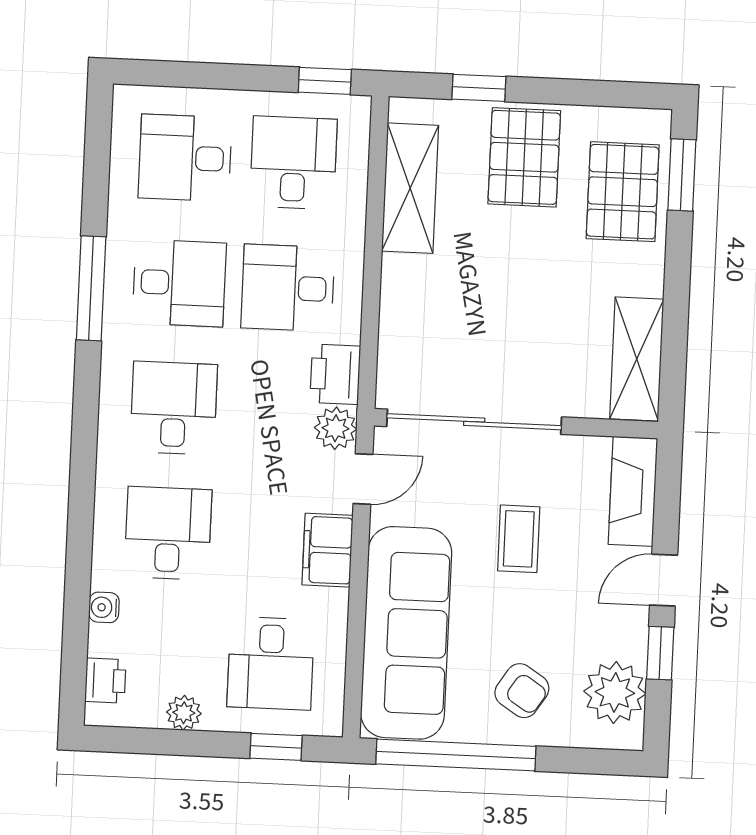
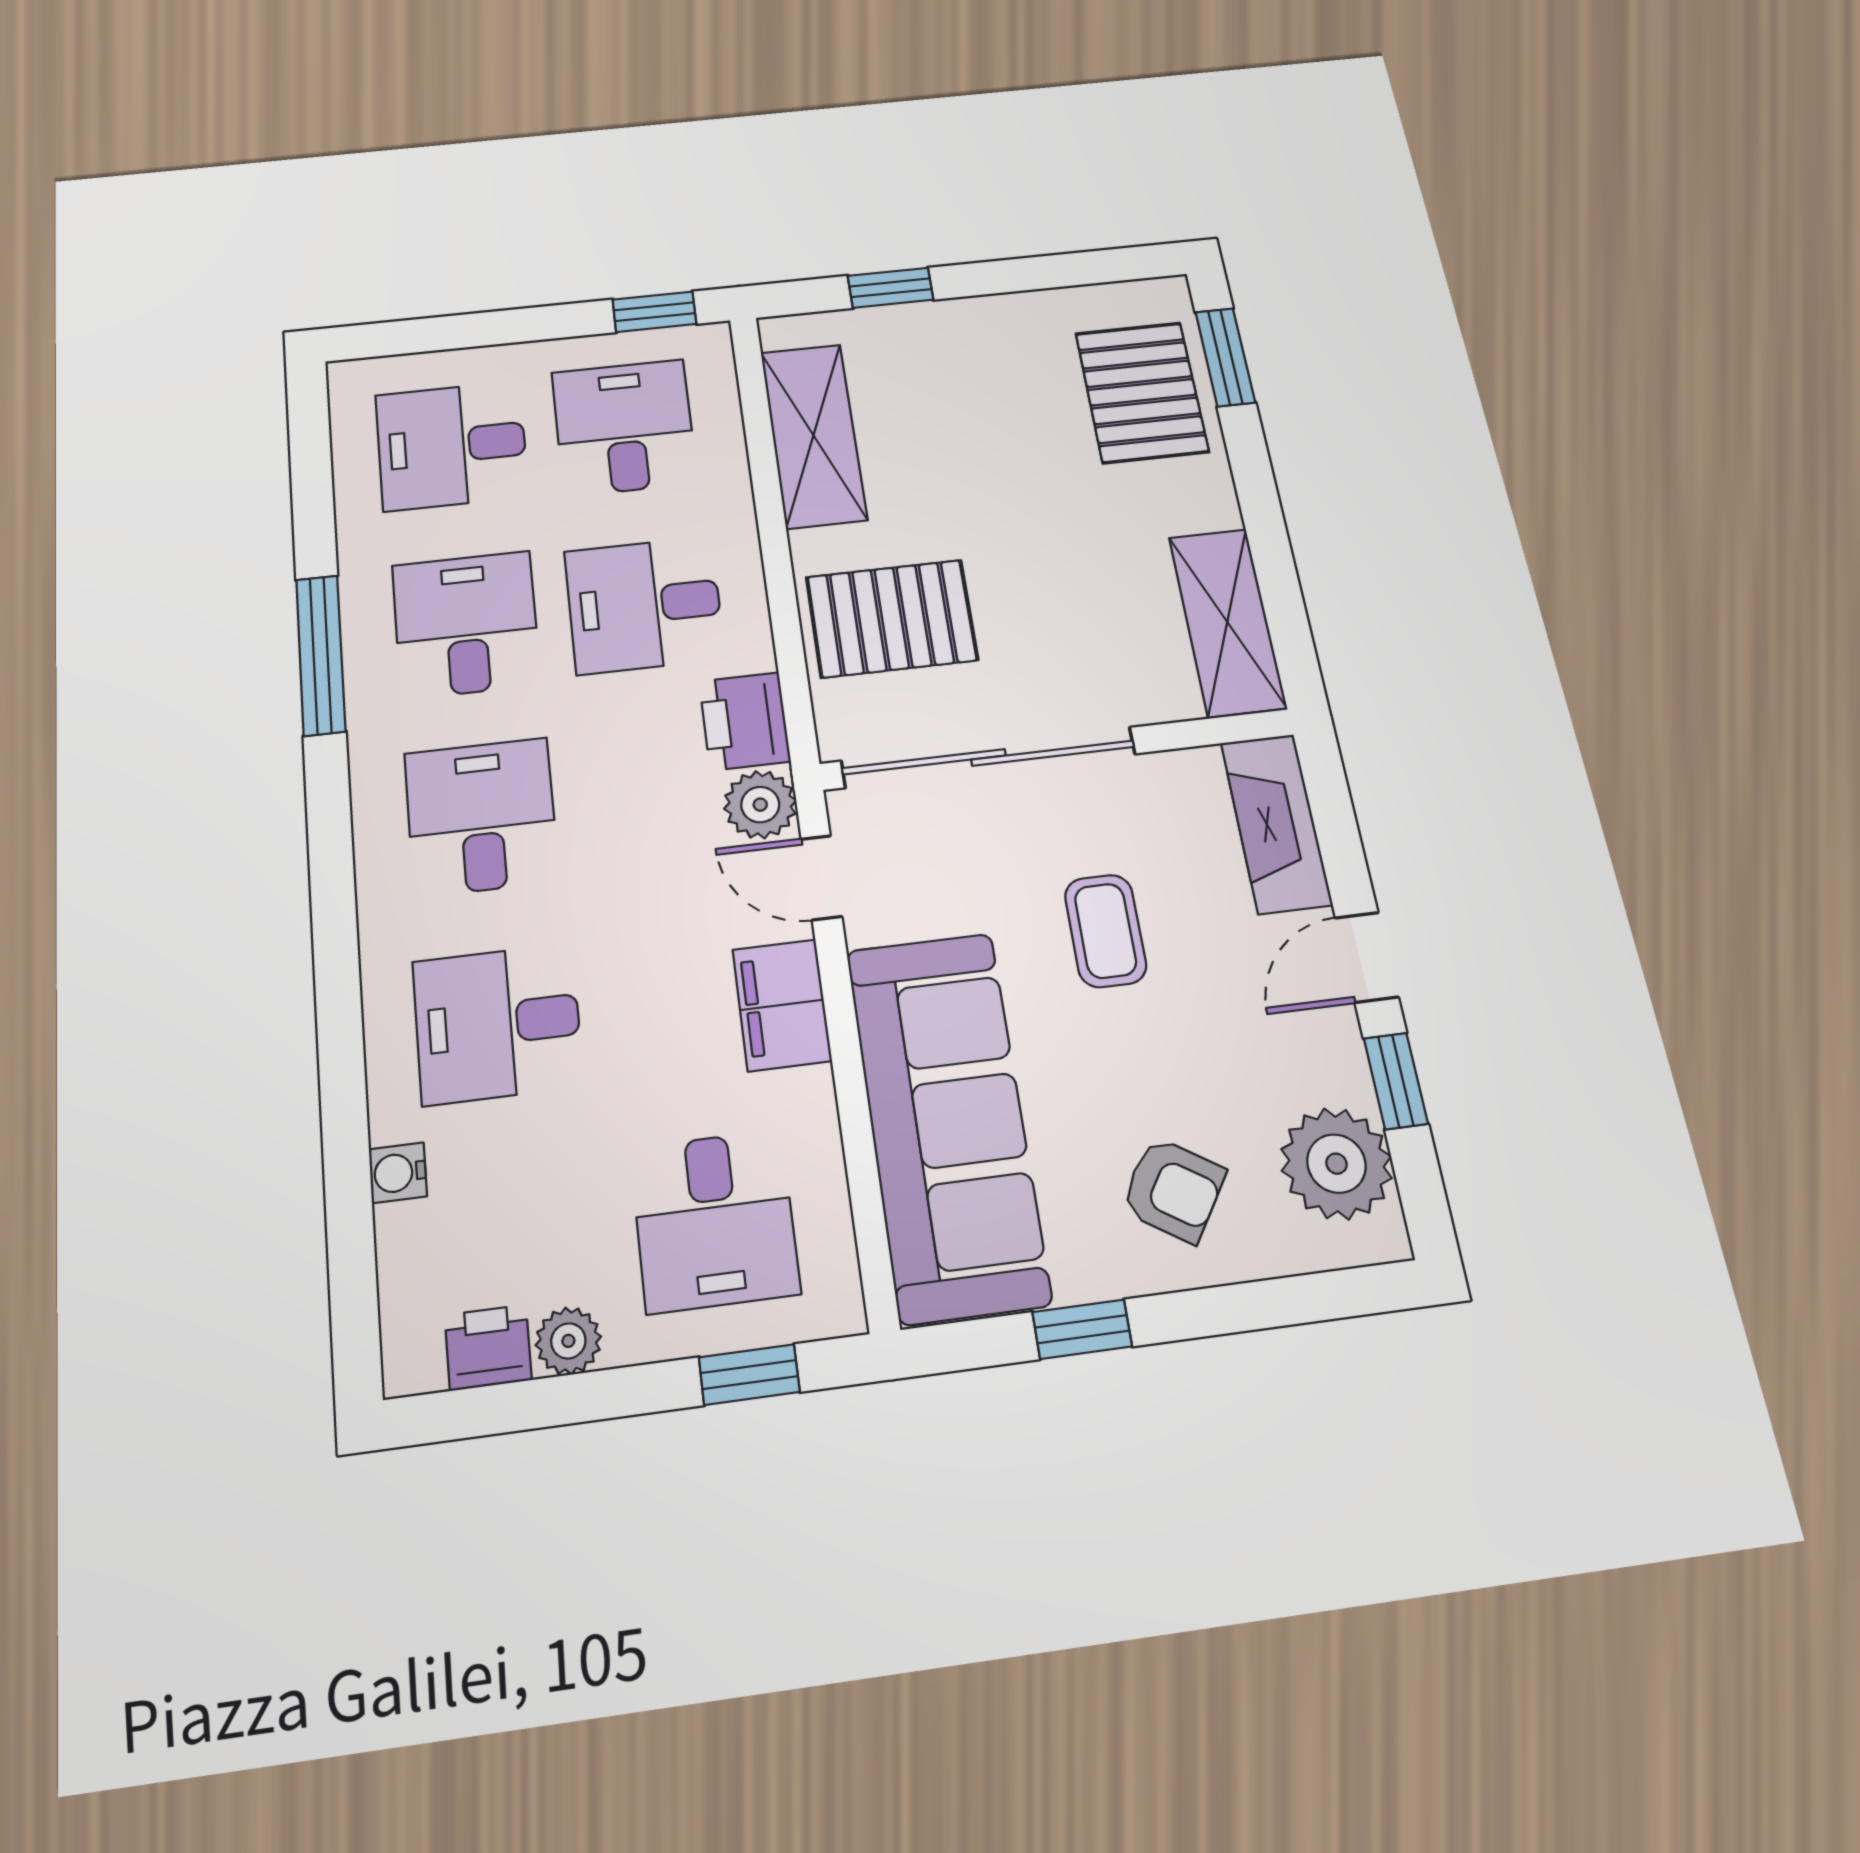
pallet: (524, 157) -> (892, 618), moved, turned 90
desk: (179, 283) -> (466, 625), turned -90
door: (363, 479) -> (821, 878), swing flipped
desk: (168, 533) -> (498, 1024), turned -90
printer: (105, 681) -> (488, 1347), moved, turned -90
window: (456, 755) -> (1082, 1329), width x0.32

